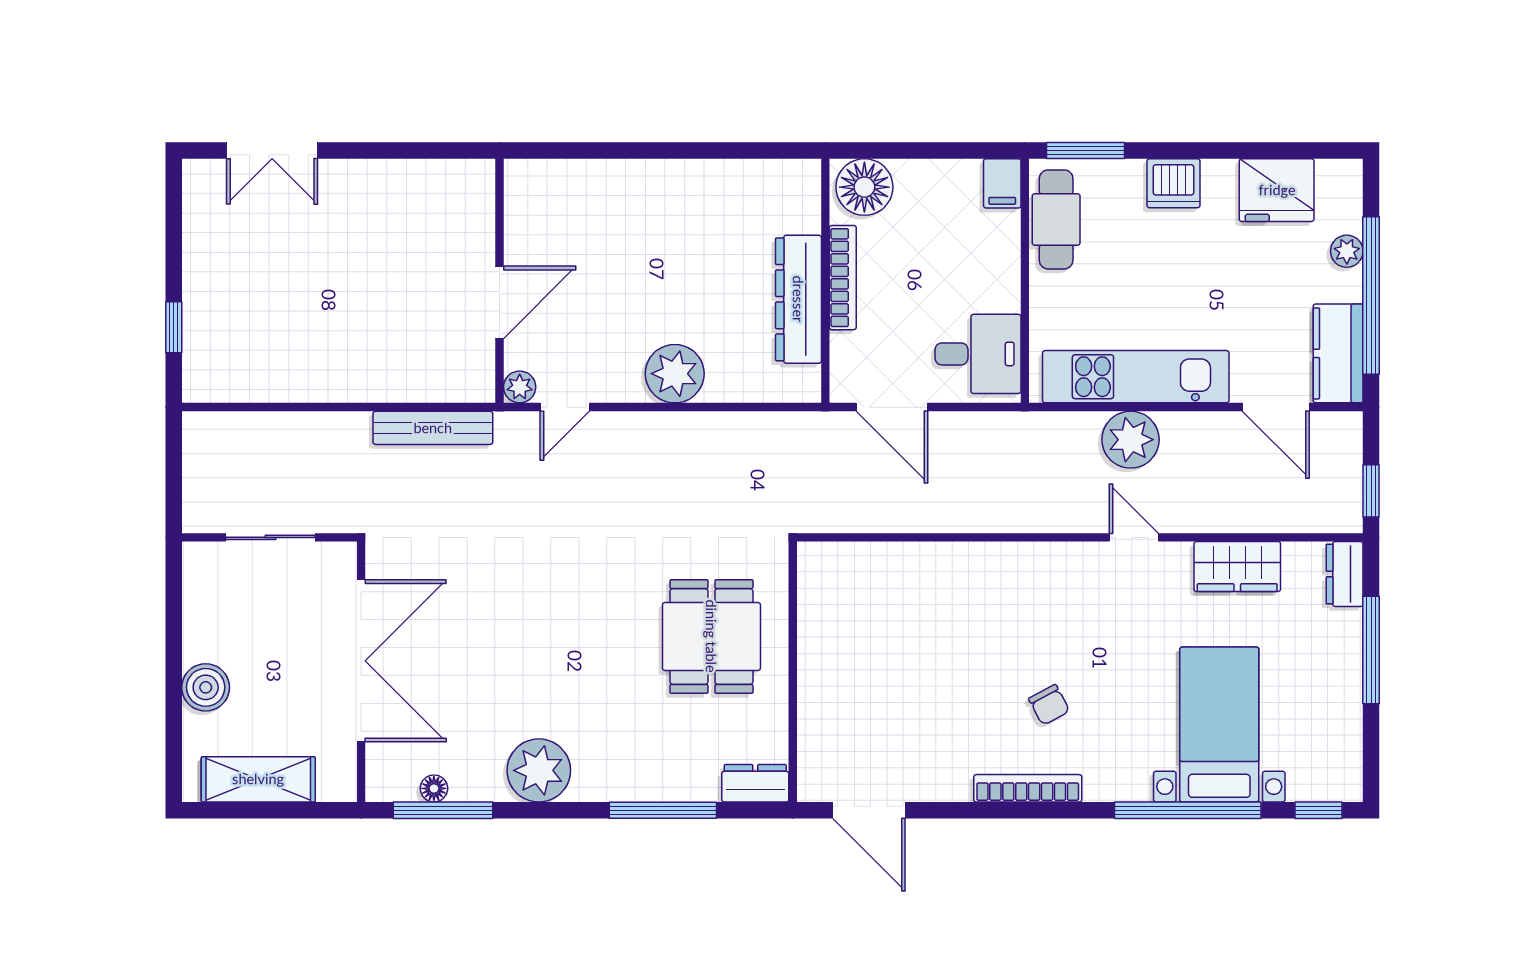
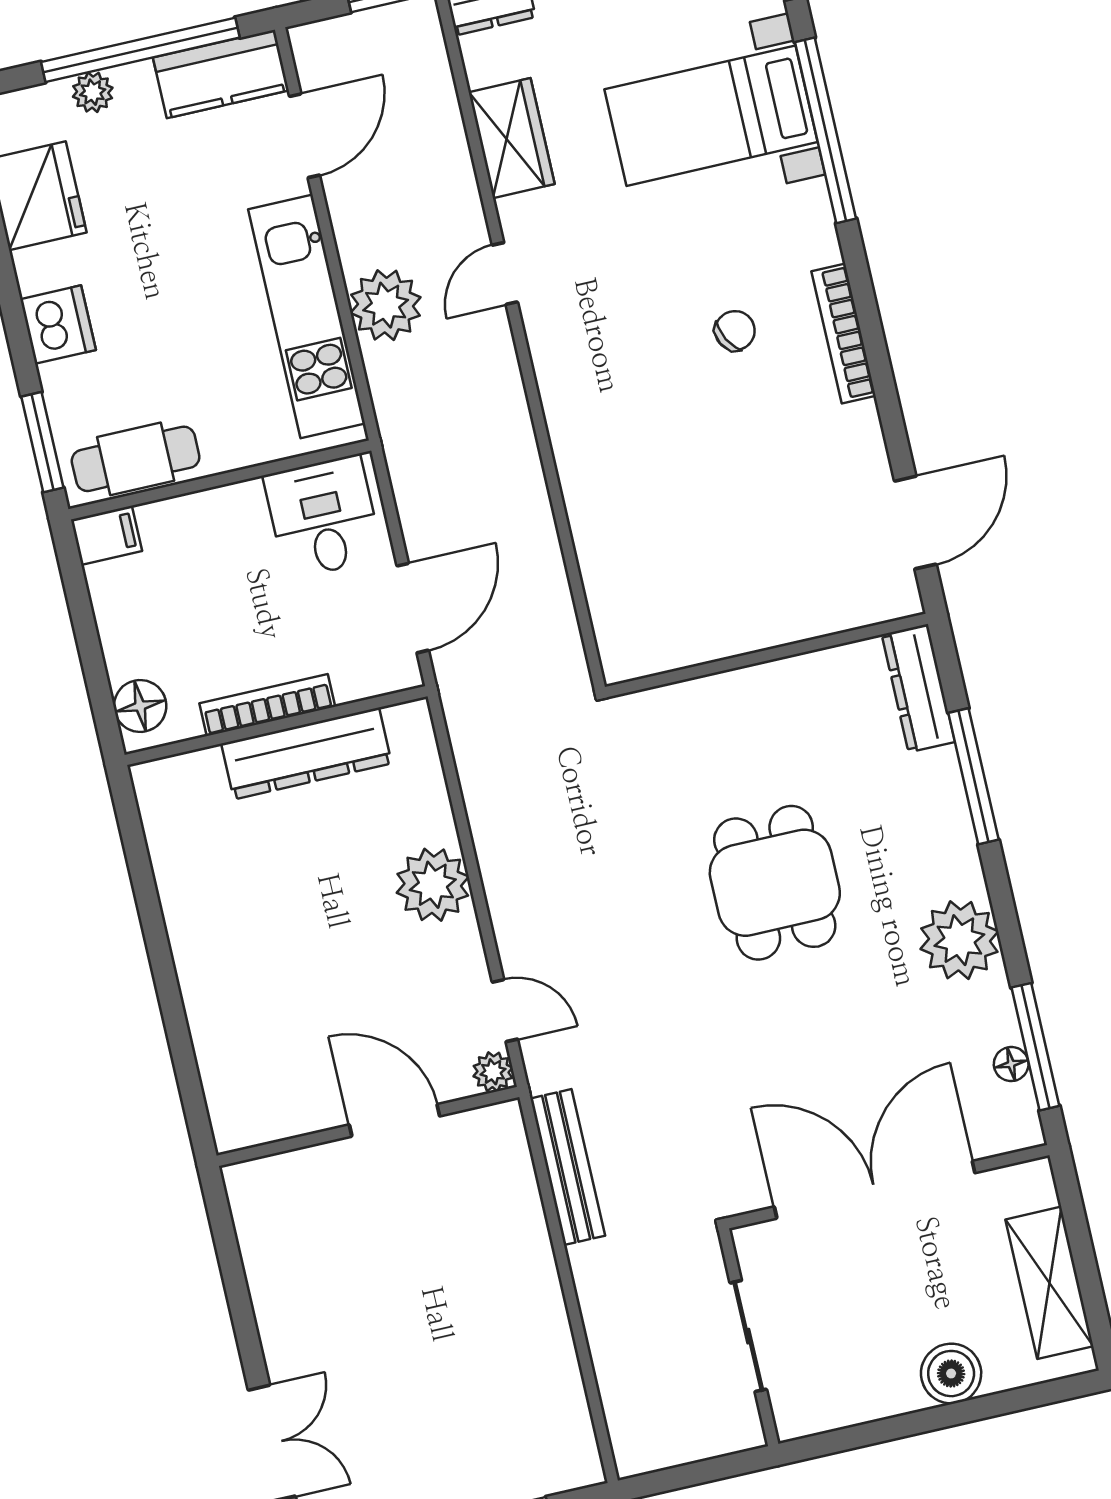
floor lamp: (864, 187) -> (140, 706), width x0.73, depth x0.73
dining table: (711, 636) -> (775, 883), moved, turned 90
dresser: (755, 783) -> (918, 688), width x1.44

